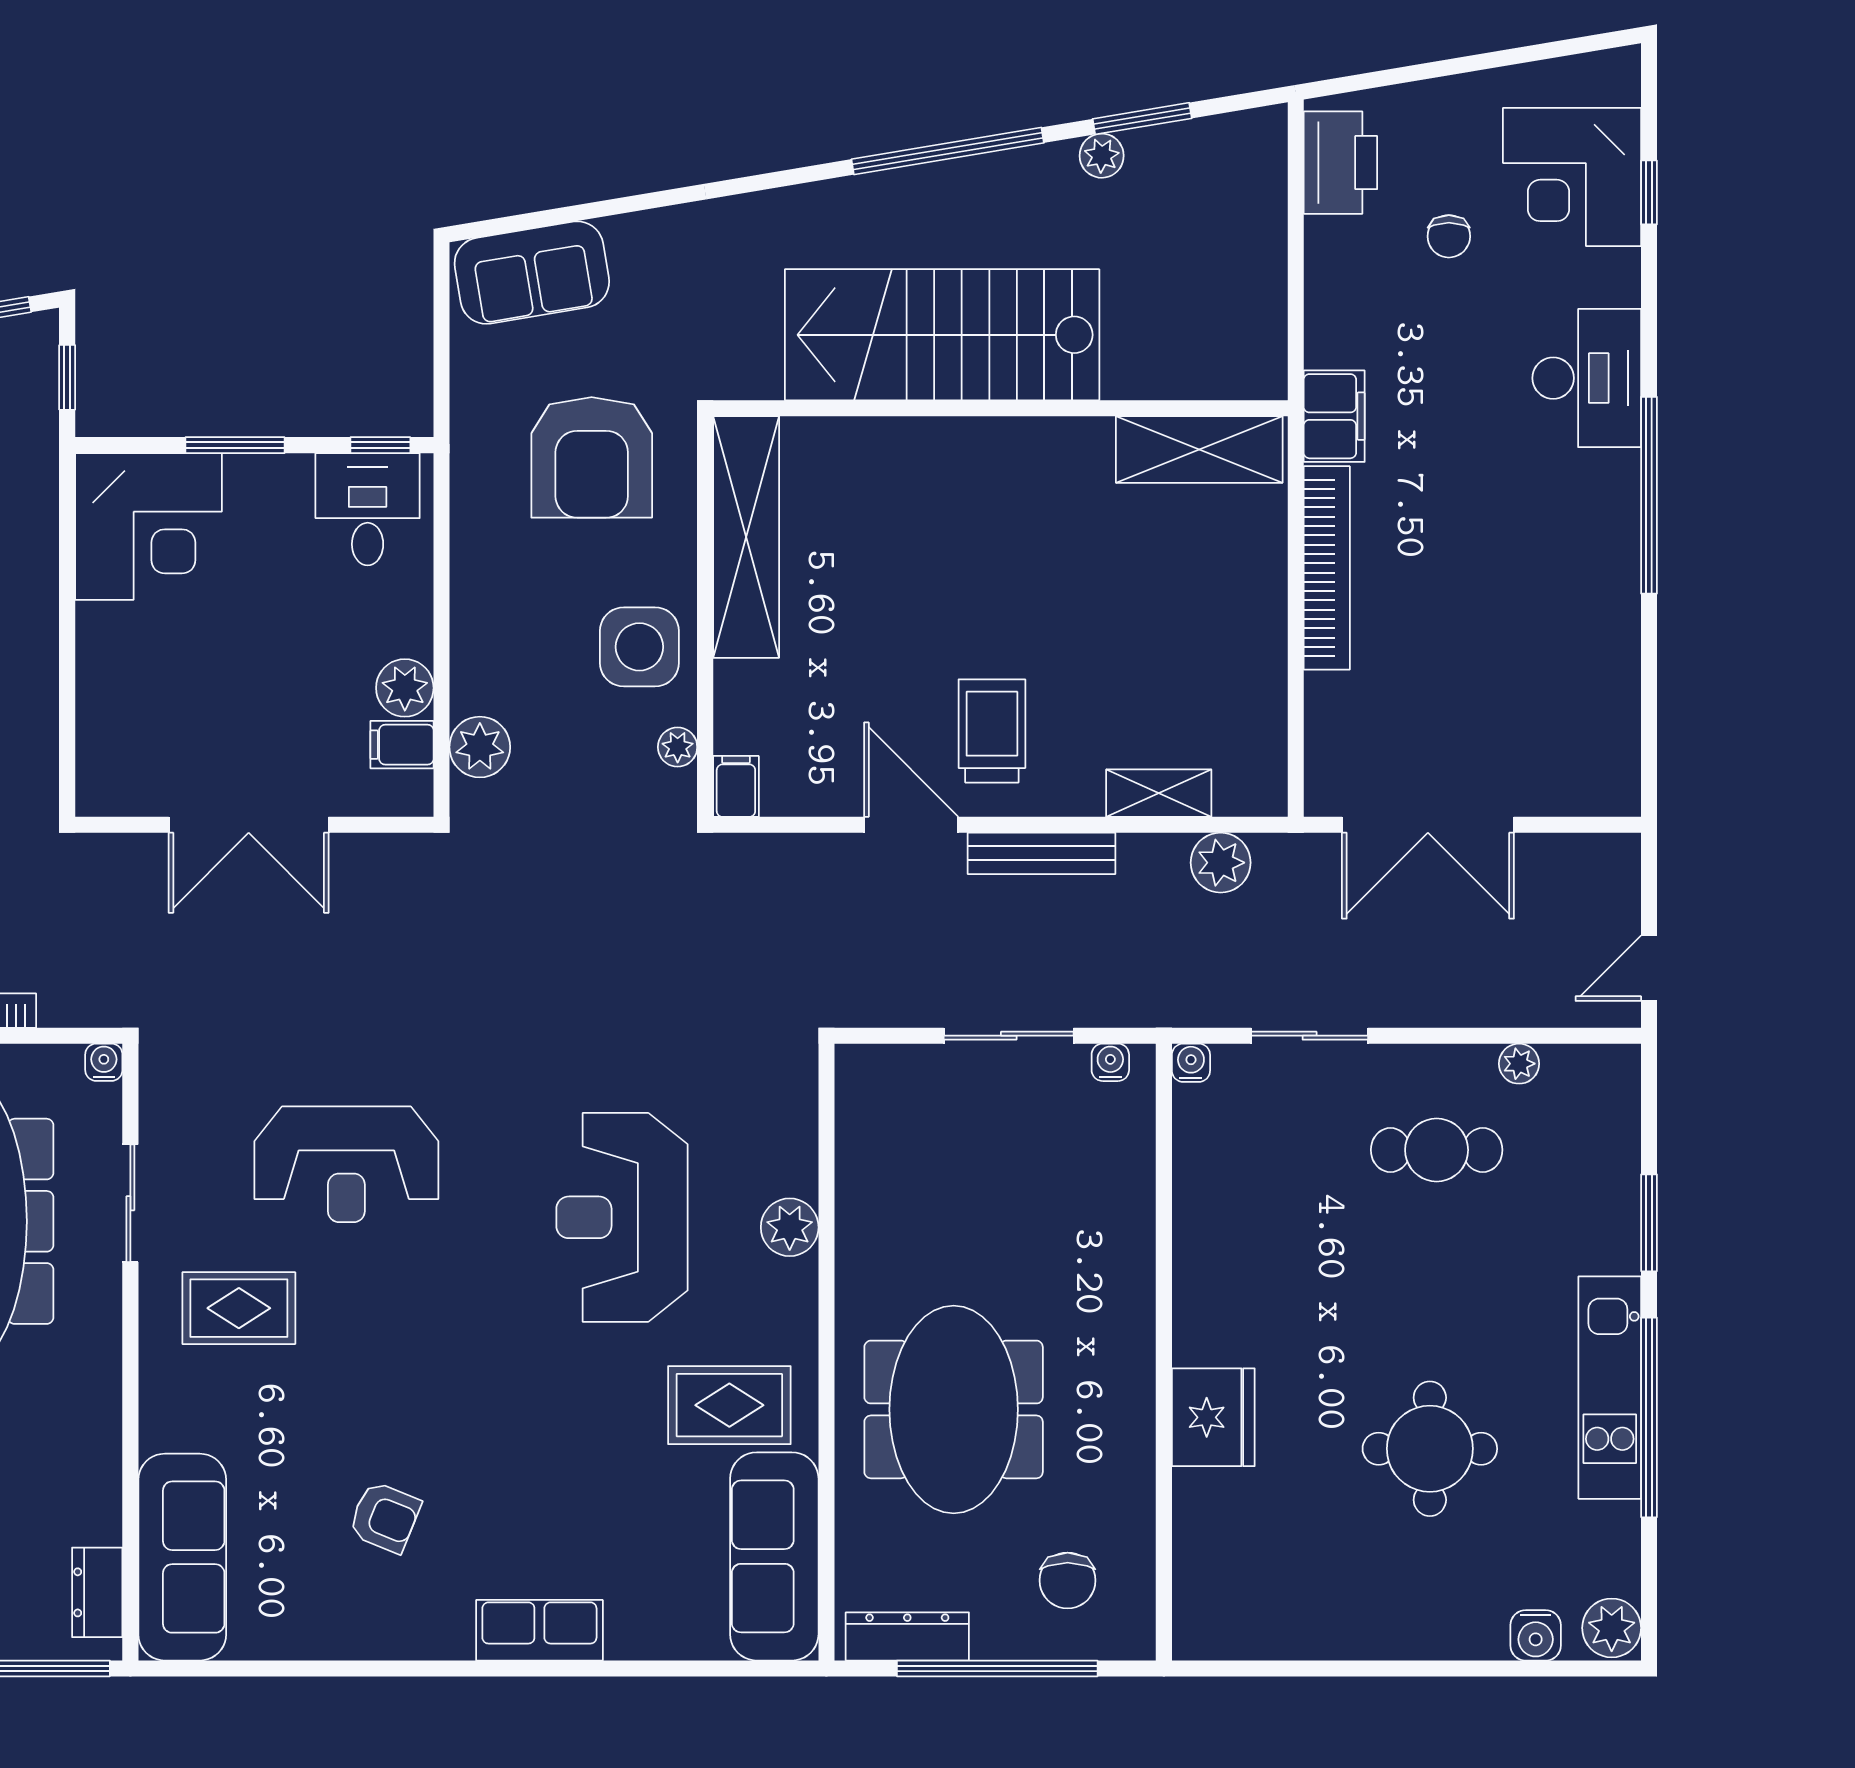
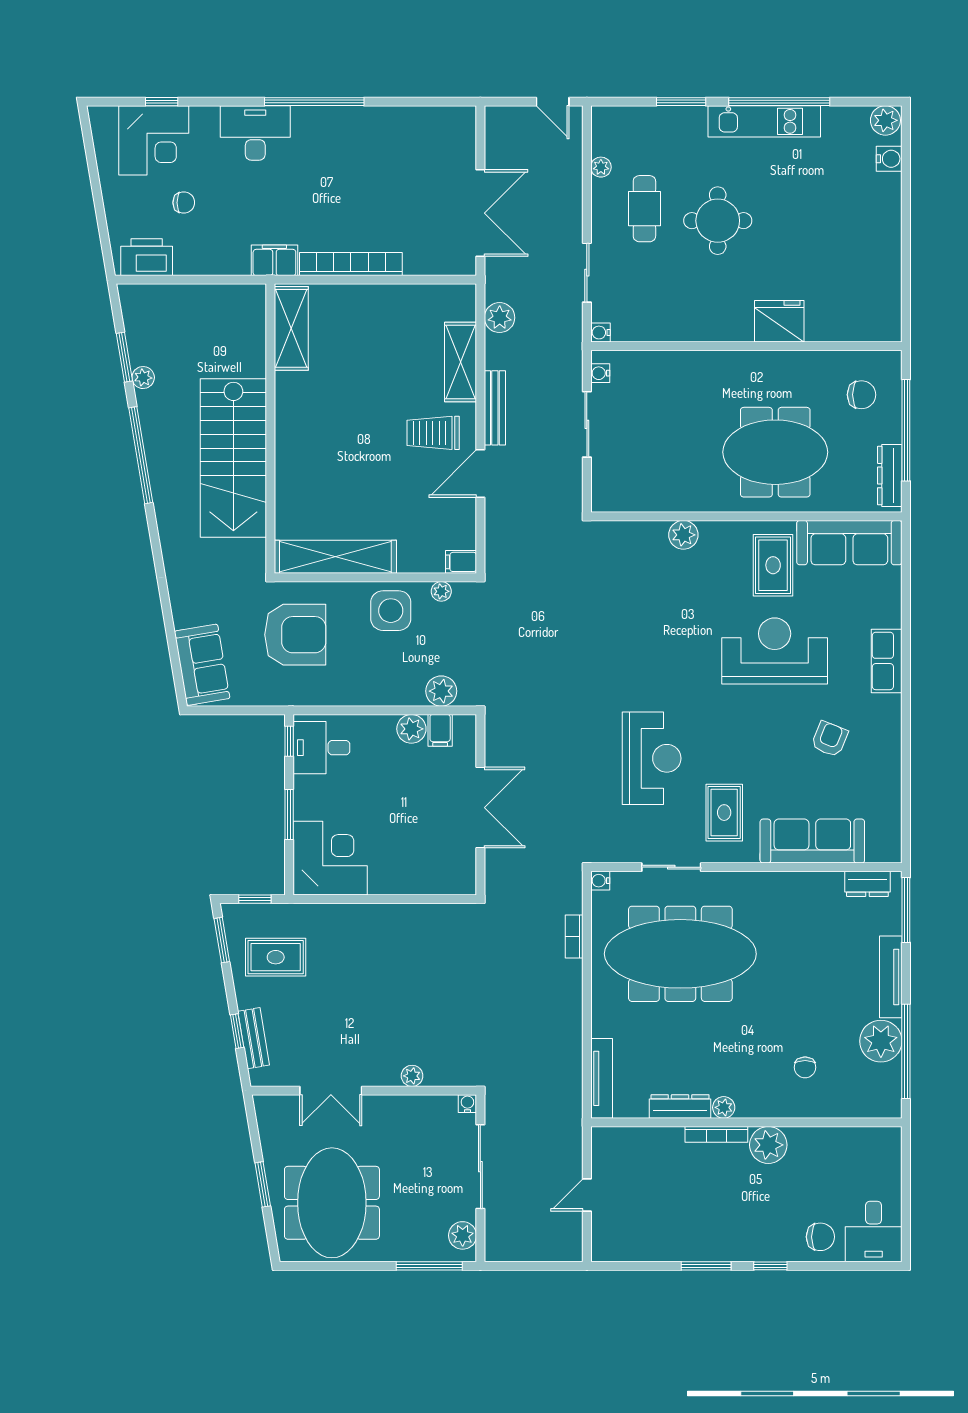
shelving: (1159, 793) -> (461, 362), width x1.50, depth x1.33
reception desk: (622, 1217) -> (775, 651), moved, turned 180
round table: (1430, 1449) -> (718, 221), moved
sofa: (182, 1557) -> (812, 841), moved

